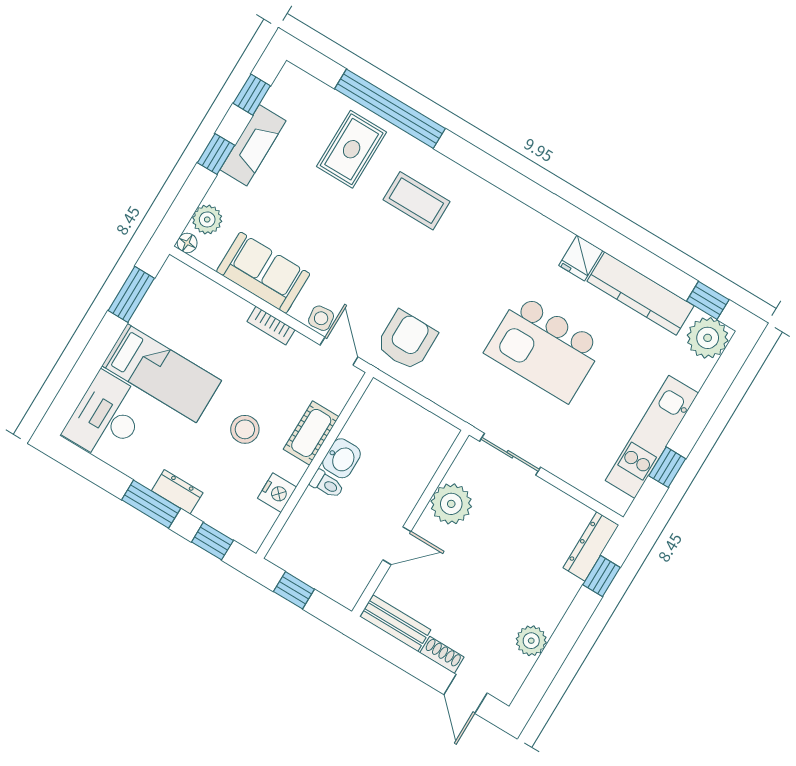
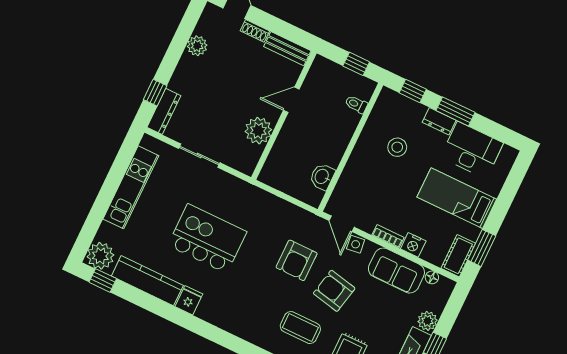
plant: (207, 219) -> (427, 321), moved
floor lamp: (187, 243) -> (432, 277), moved
armchair: (360, 251) -> (334, 291), added
armchair: (407, 340) -> (297, 260), moved
desk: (106, 417) -> (472, 150), moved, turned -90
stool: (245, 429) -> (397, 147), moved
cot: (311, 433) -> (458, 256), moved
sliding door: (510, 454) -> (199, 156), moved
washbasin: (342, 458) -> (322, 177), moved
window: (667, 467) -> (119, 168), removed
toilet: (327, 484) -> (356, 104), moved
nightstand: (277, 493) -> (413, 245), moved, turned -90

